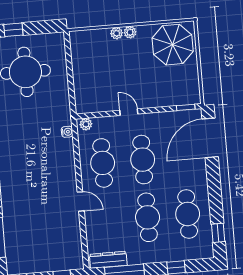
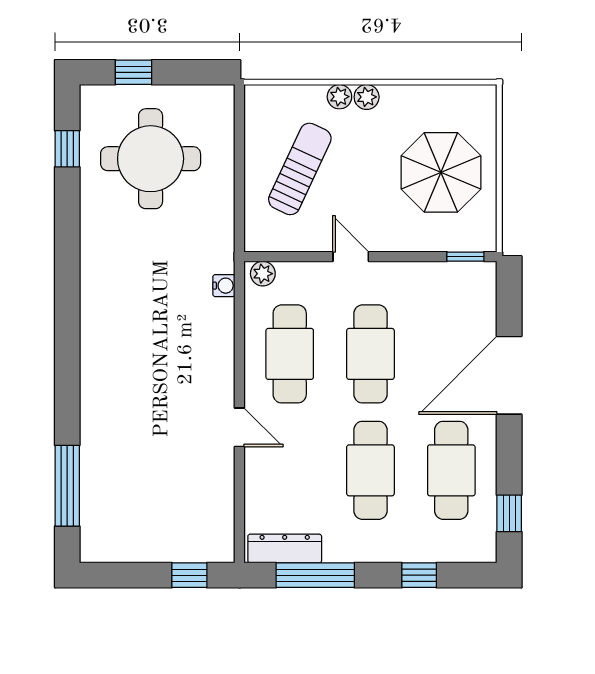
parasol: (173, 45) -> (441, 172), moved
sun lounger: (100, 71) -> (300, 169), added
door: (210, 138) -> (509, 375), moved

